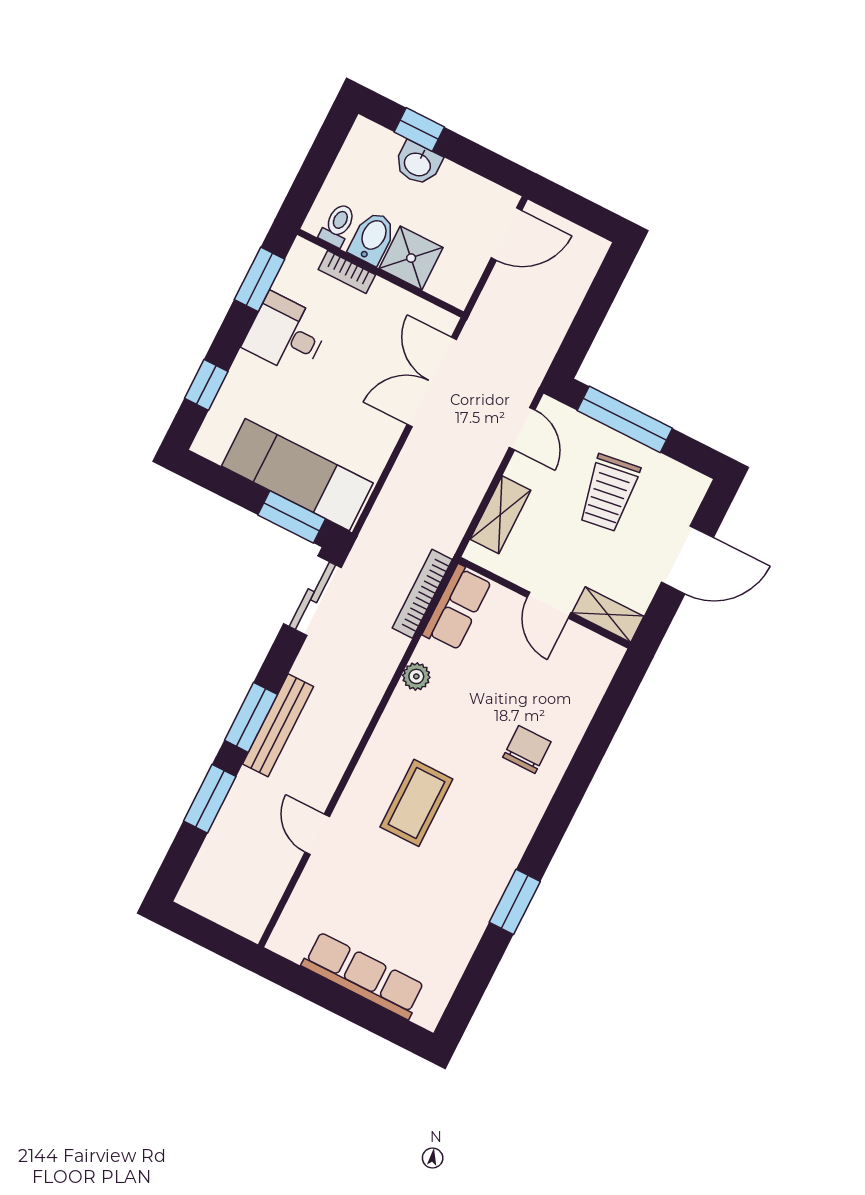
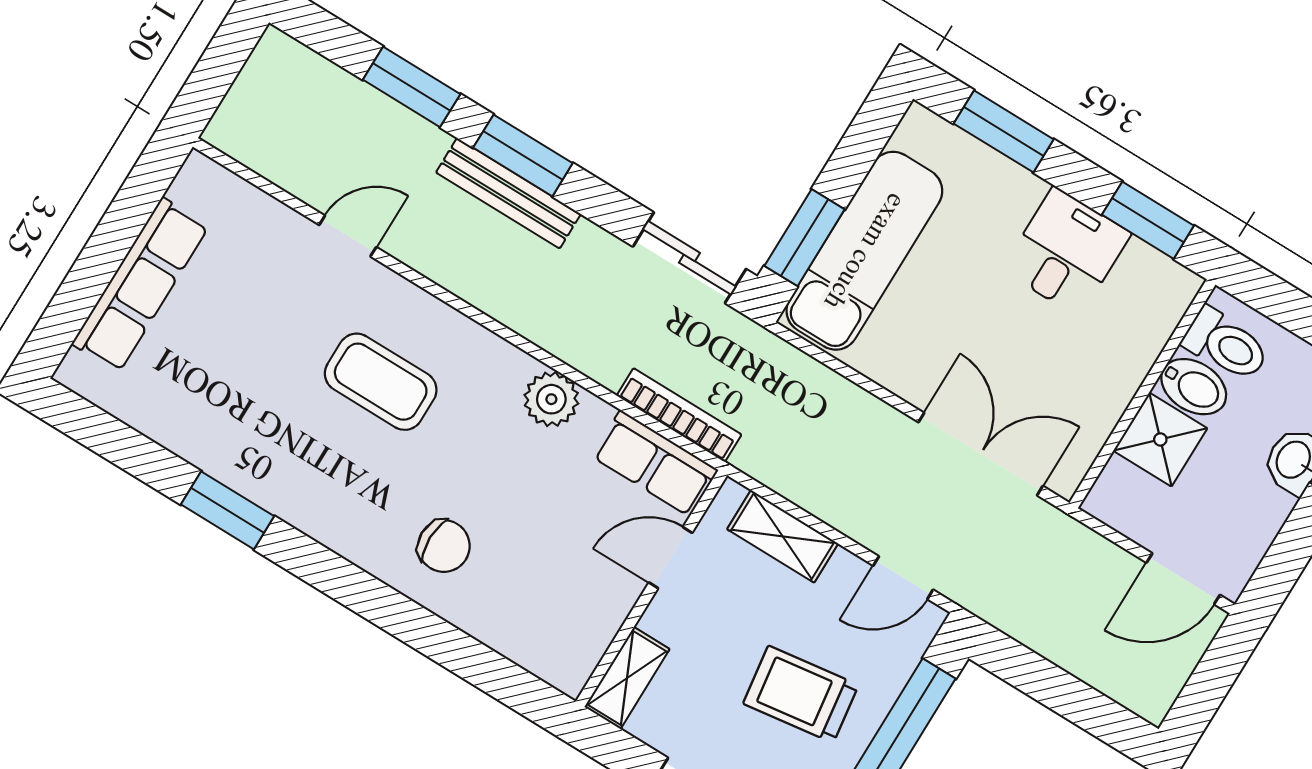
toilet: (338, 225) -> (1226, 345), width x1.37, depth x1.39
door: (506, 234) -> (1183, 579), hinge flipped
bookcase: (347, 272) -> (1148, 346), removed
window: (206, 385) -> (1004, 131), width x1.50
door: (549, 605) -> (670, 558), moved
plant: (416, 676) -> (551, 399), width x1.38, depth x1.38

